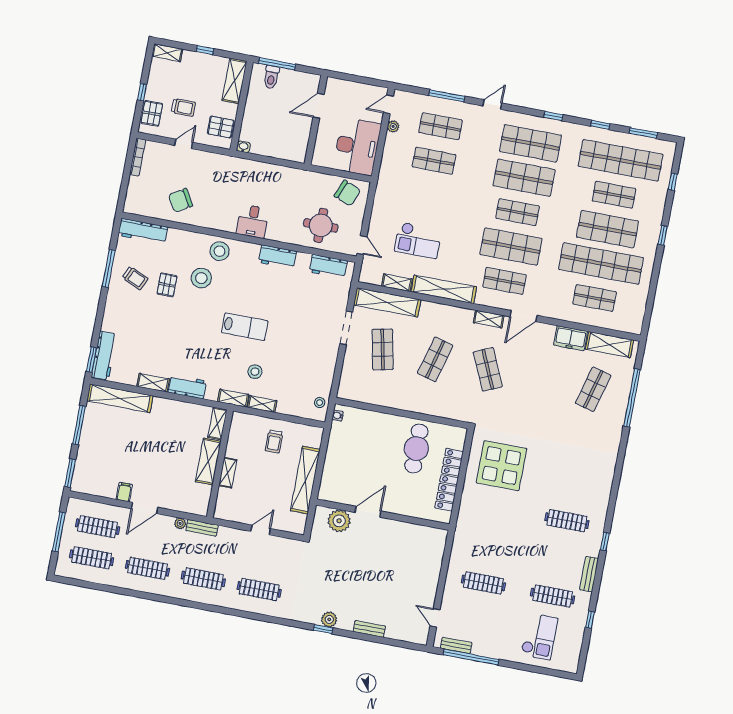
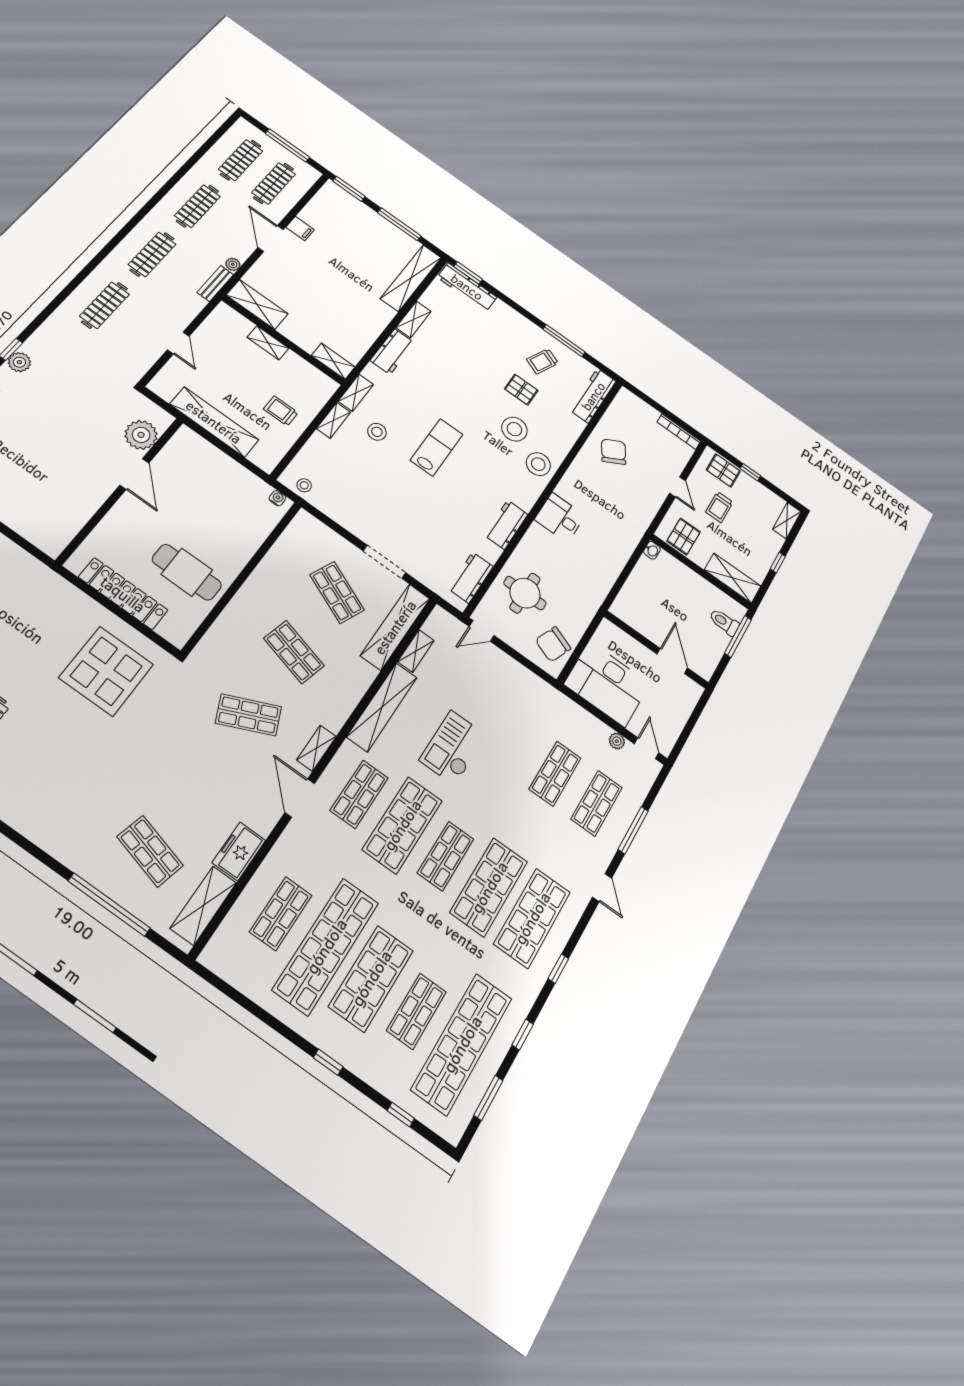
checkout: (418, 240) -> (453, 748), moved
lab bench: (245, 327) -> (437, 447), turned 180
shop shelf: (383, 349) -> (337, 592), turned 36
shelving: (208, 461) -> (257, 304), moved

